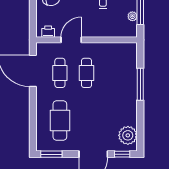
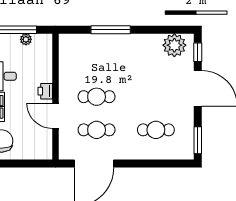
printer: (48, 32) -> (45, 91), moved
cafe table: (60, 121) -> (156, 130), width x0.73, depth x0.74

